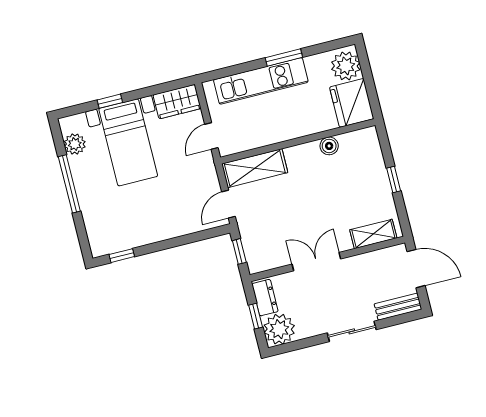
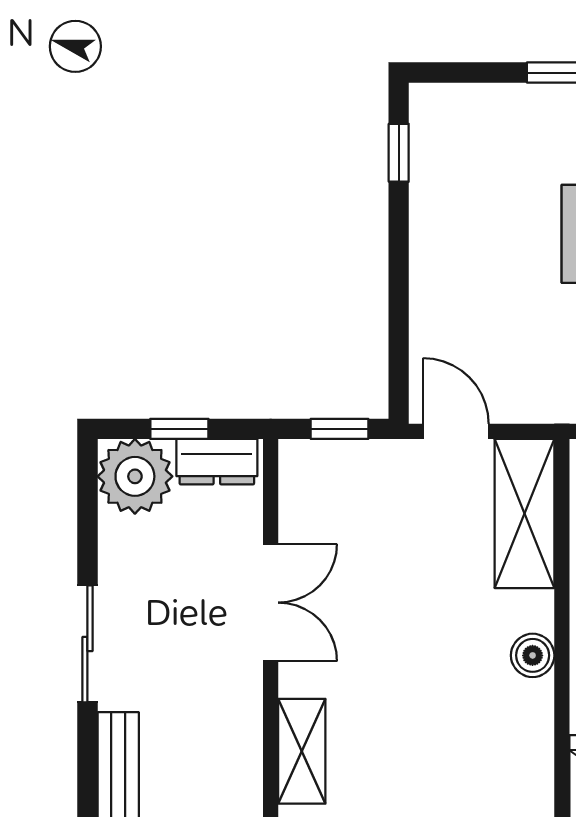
boiler: (329, 146) -> (533, 655), moved

